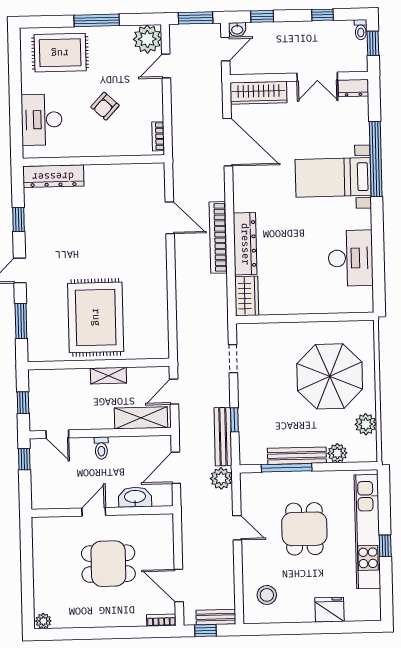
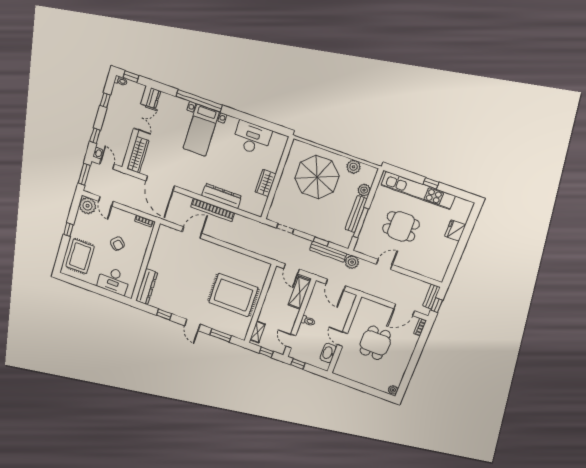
window: (97, 20) -> (68, 230), width x0.46
door: (228, 142) -> (160, 183), swing flipped
wardrobe: (247, 296) -> (266, 183), moved, turned -90
shelving: (108, 376) -> (258, 332), moved
door: (57, 434) -> (291, 341), swing flipped
washbasin: (135, 497) -> (328, 353), moved
stool: (267, 595) -> (431, 263), removed

